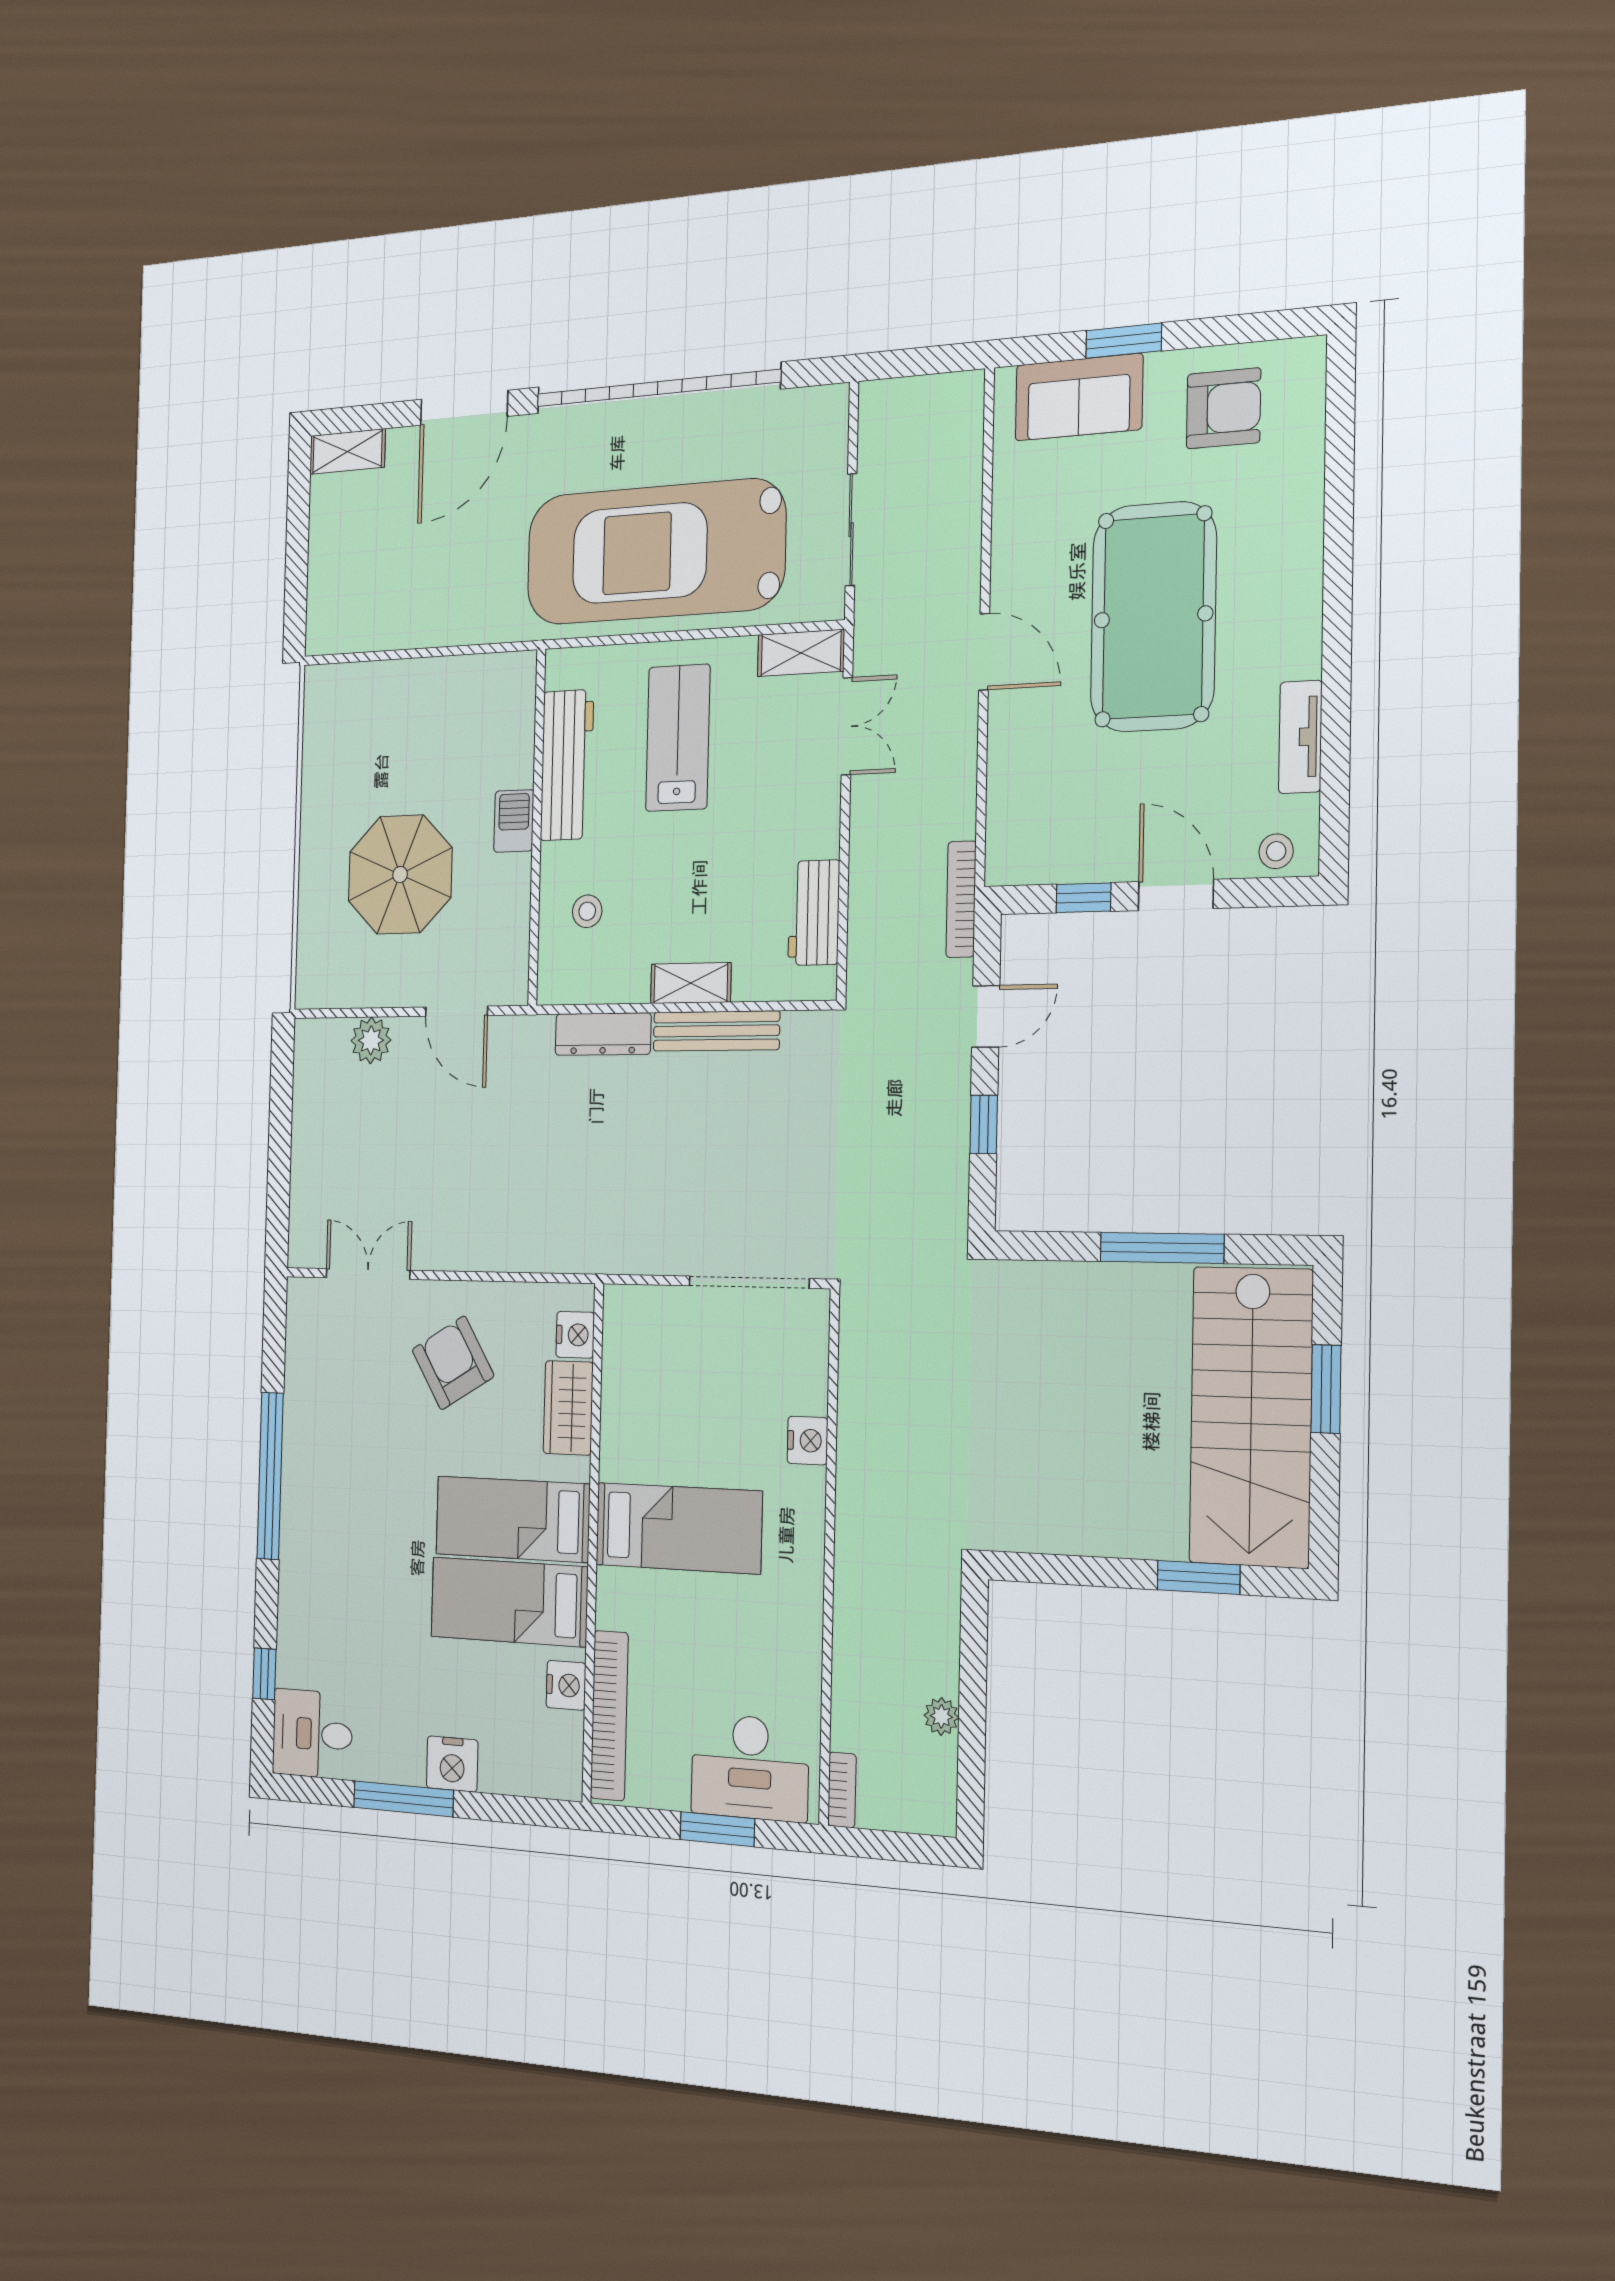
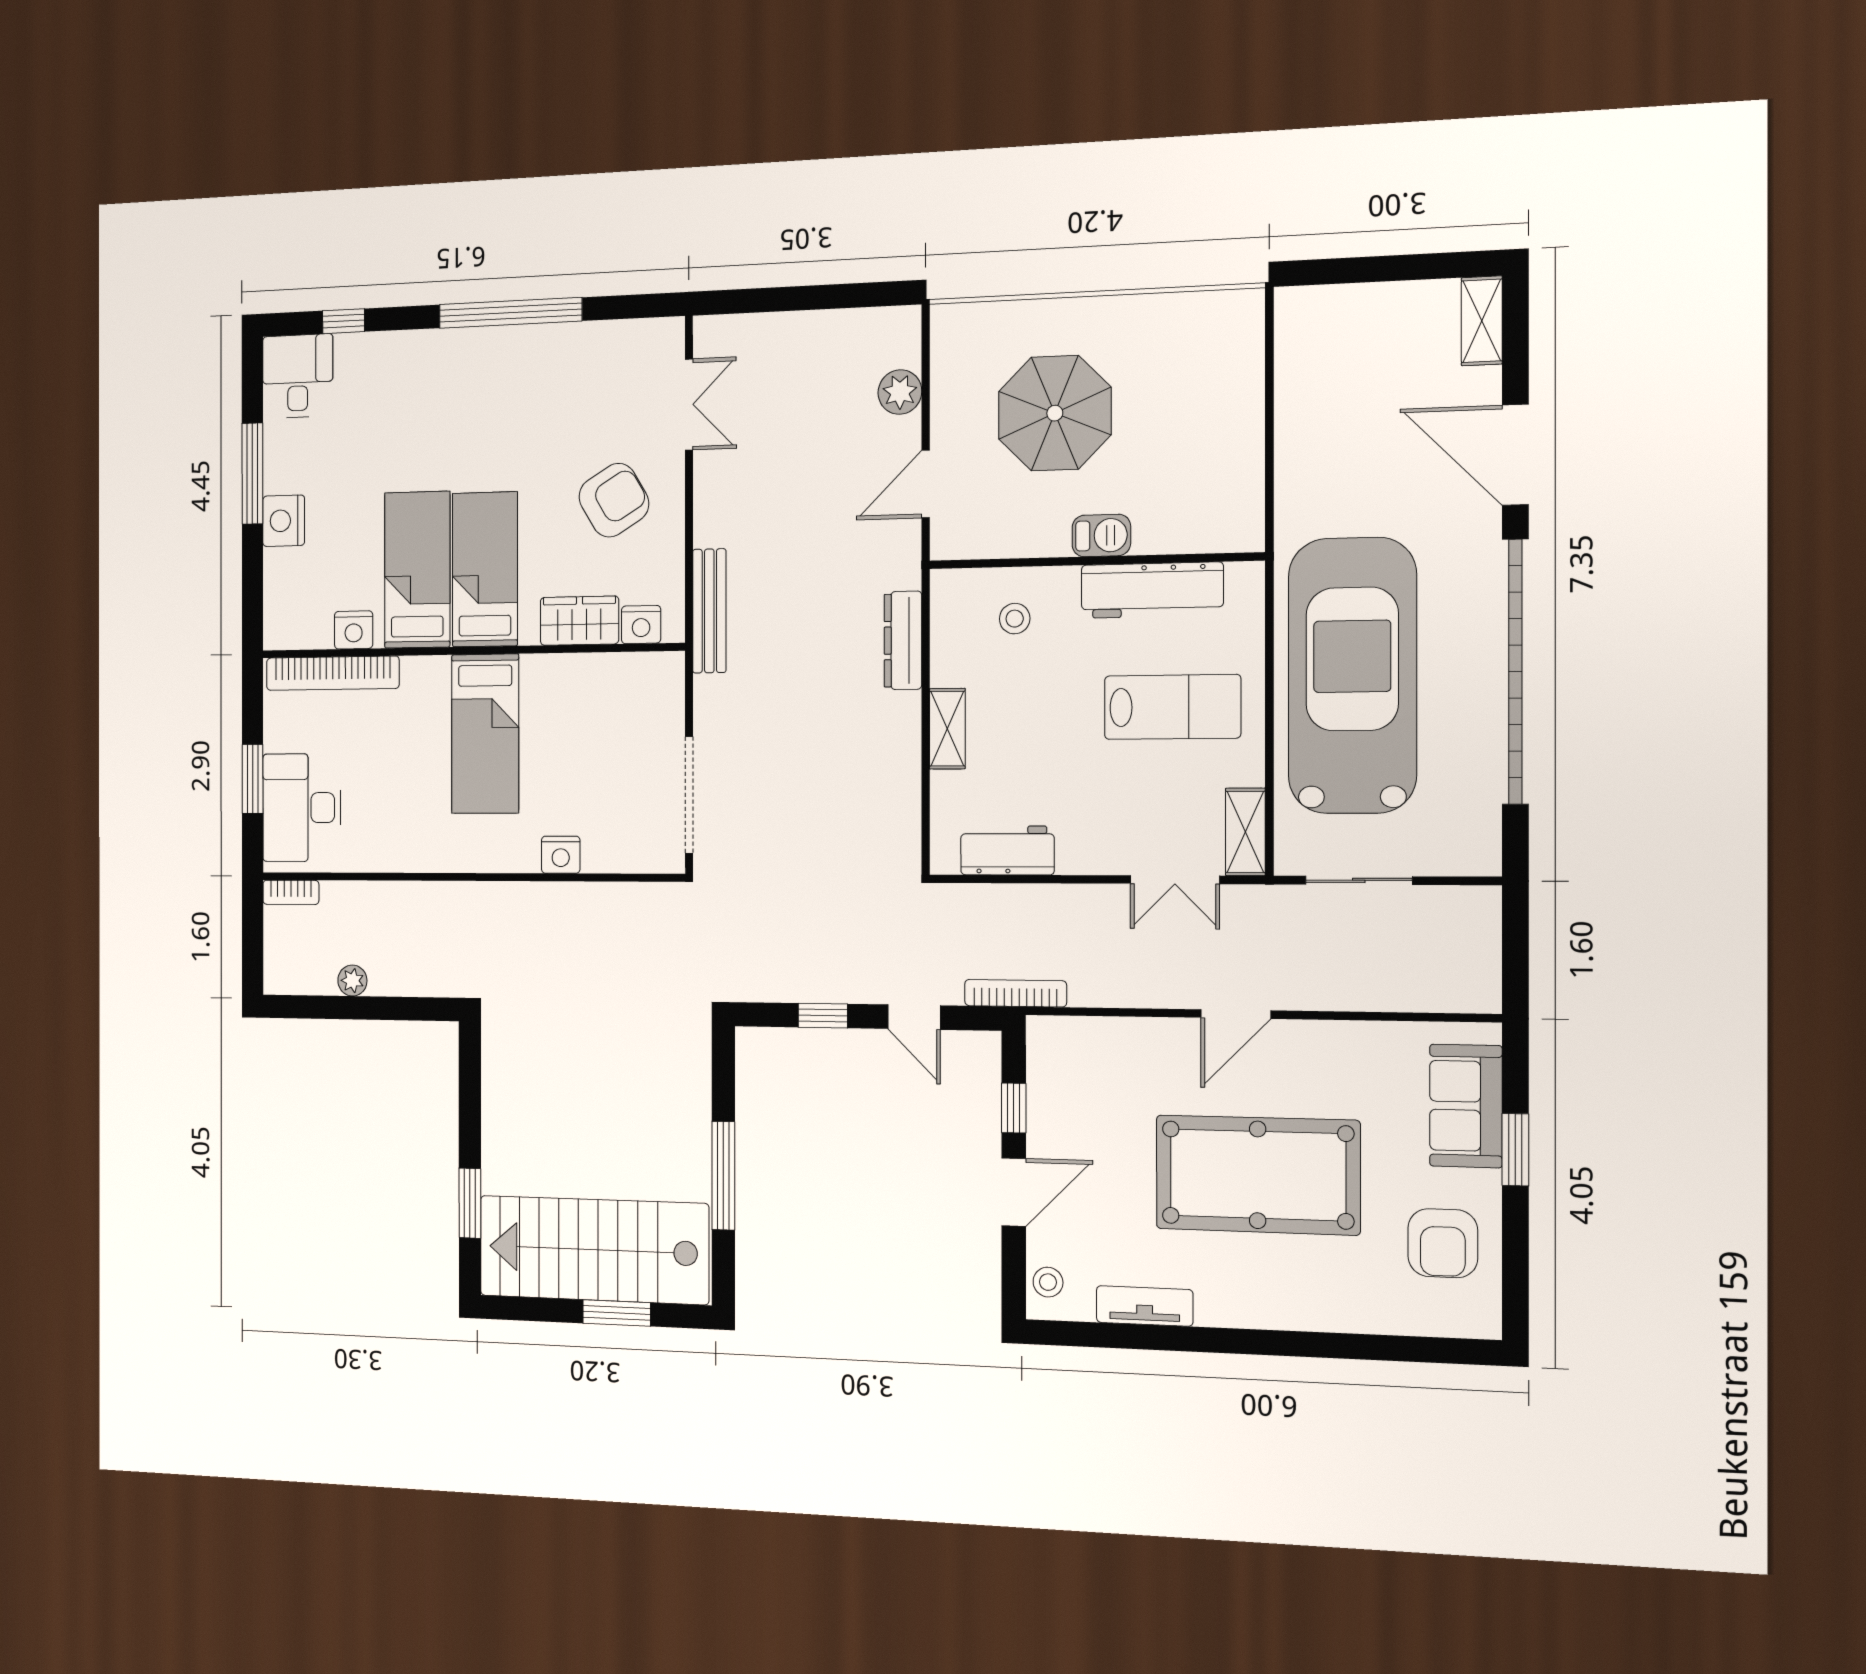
bench: (716, 1031) -> (709, 611), moved

